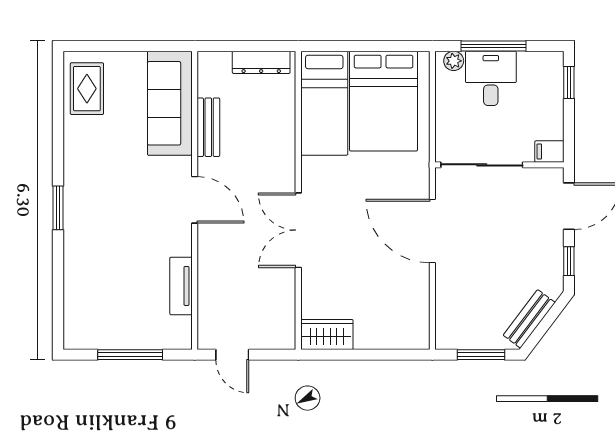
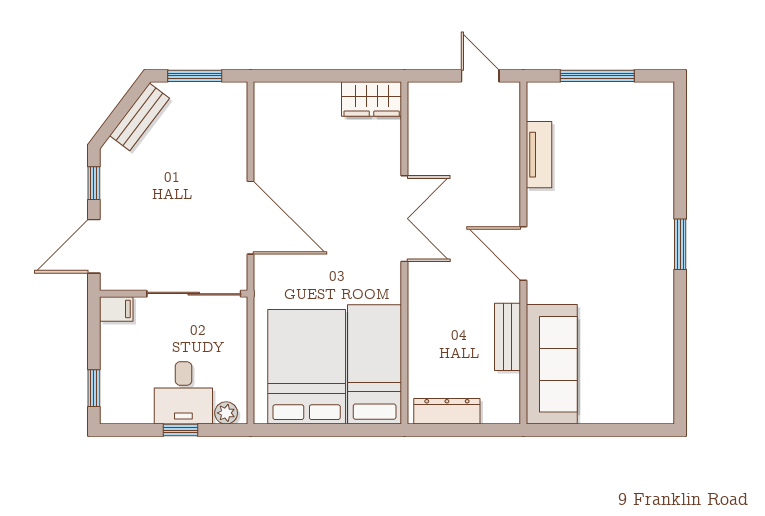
window: (493, 46) -> (180, 430), width x0.46
rug: (87, 89) -> (647, 381), removed

